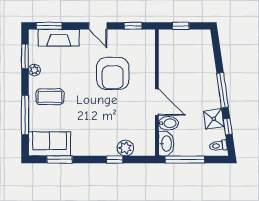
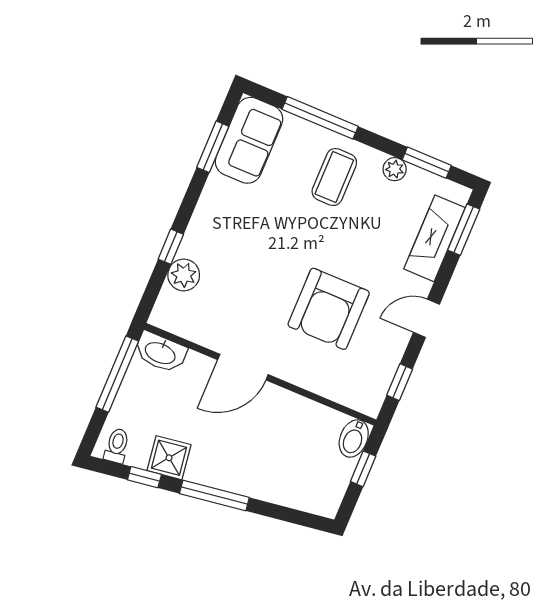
armchair: (113, 73) -> (329, 309), turned -90
bidet: (168, 123) -> (354, 438), moved

